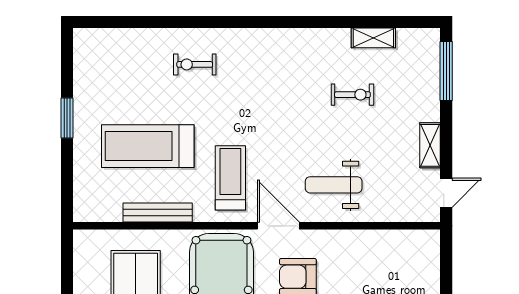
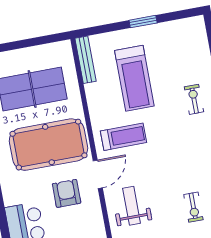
treadmill: (148, 146) -> (134, 78), turned 180
bench: (158, 213) -> (86, 60), moved

